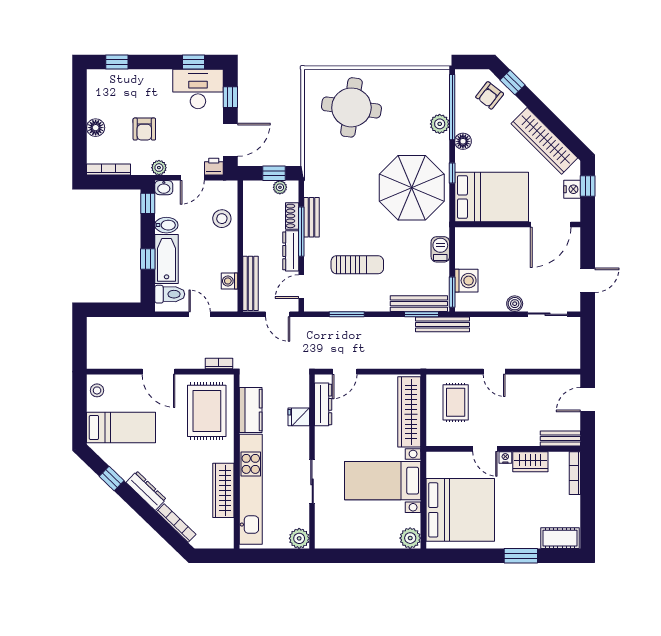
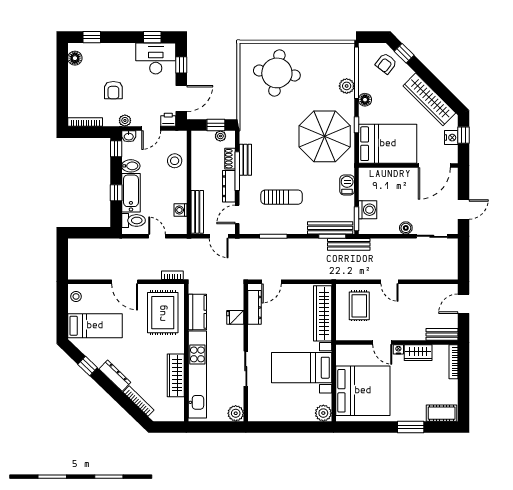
floor lamp: (96, 128) -> (75, 58), moved

